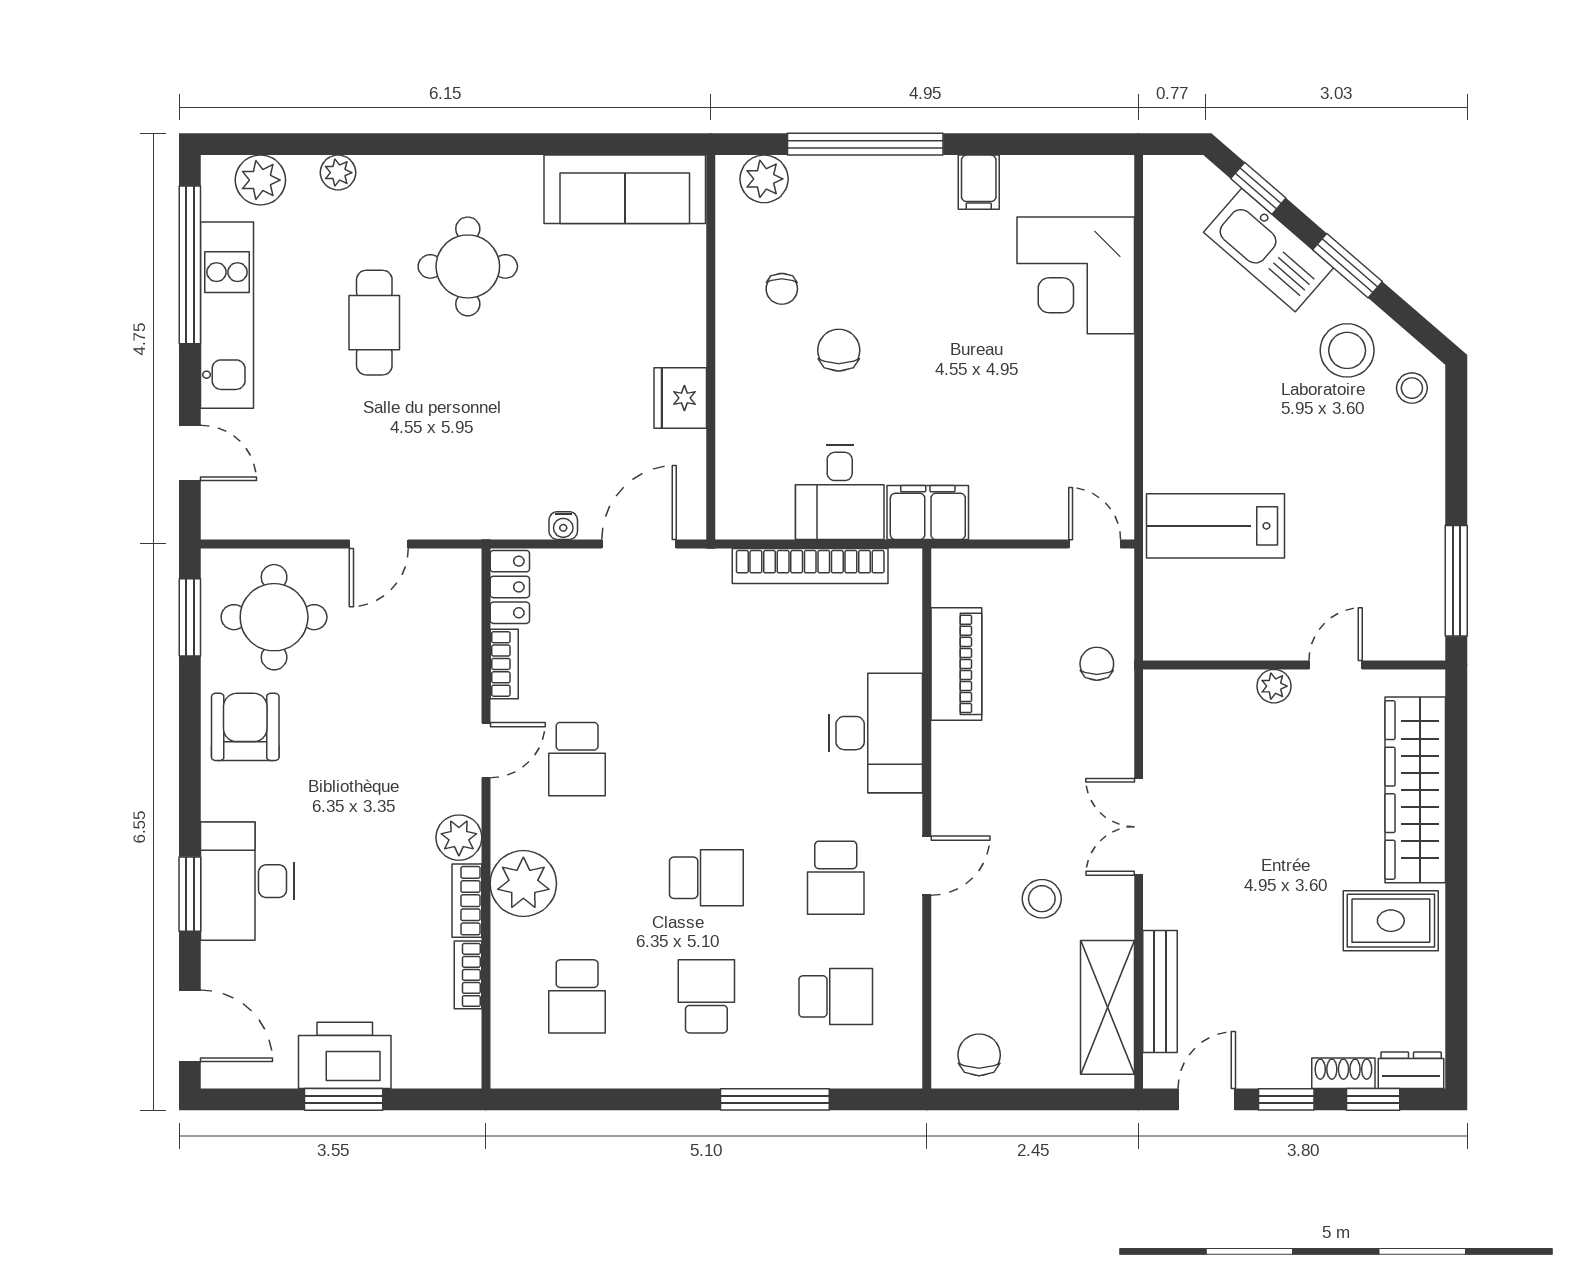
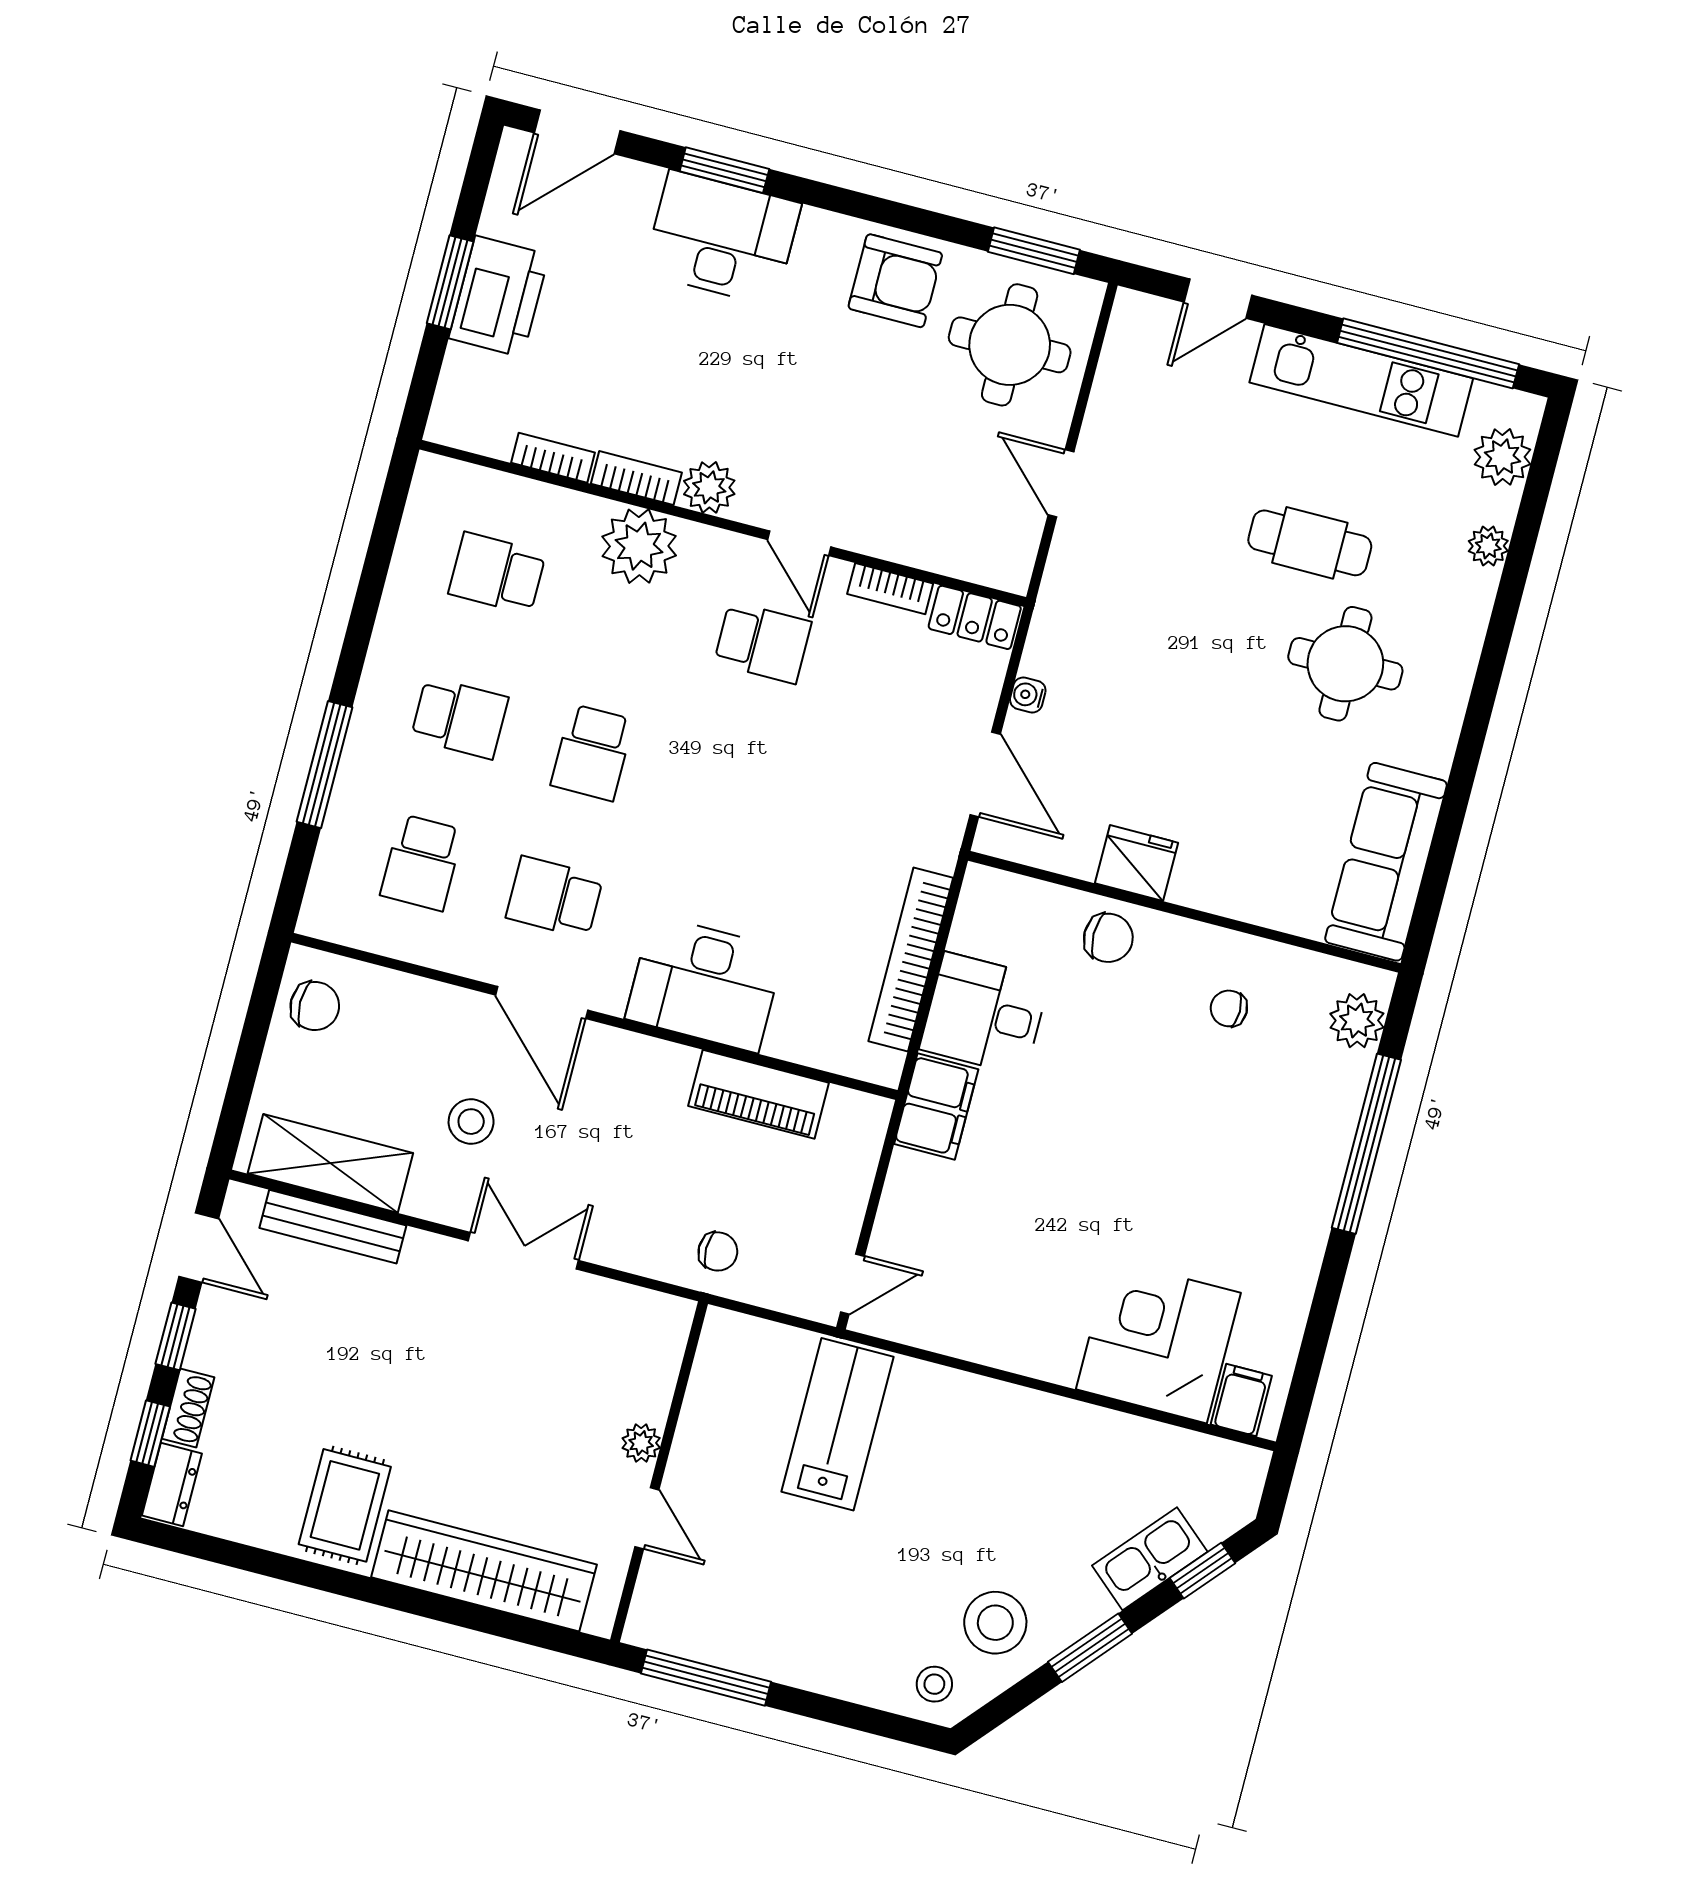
filing cabinet: (979, 182) -> (1241, 1400), moved, turned 90
kitchen sink: (1268, 250) -> (1150, 1559), width x0.73, depth x0.81
chair: (839, 350) -> (1108, 938), moved
school desk: (577, 759) -> (763, 642), turned 180
door: (927, 866) -> (542, 1003), width x1.38

